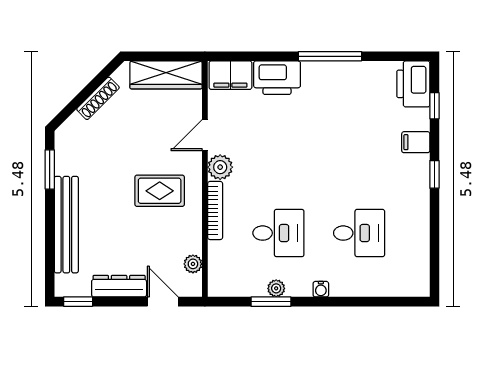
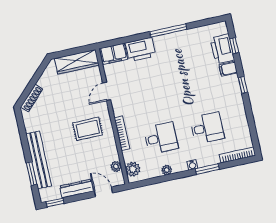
printer: (413, 84) -> (222, 49), moved
shoe rack: (98, 98) -> (32, 98), moved
plant: (220, 167) -> (133, 169), moved
window: (50, 169) -> (32, 174), moved
bookcase: (400, 289) -> (237, 155), added
window: (271, 302) -> (207, 169), moved

